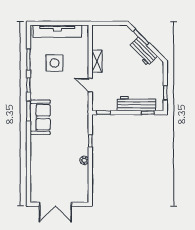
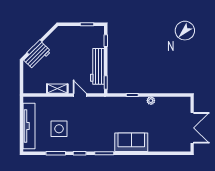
workbench: (143, 51) -> (37, 56), moved
door: (90, 85) -> (80, 95), swing flipped
workbench: (136, 104) -> (97, 66), moved
sofa: (40, 117) -> (131, 142), moved

